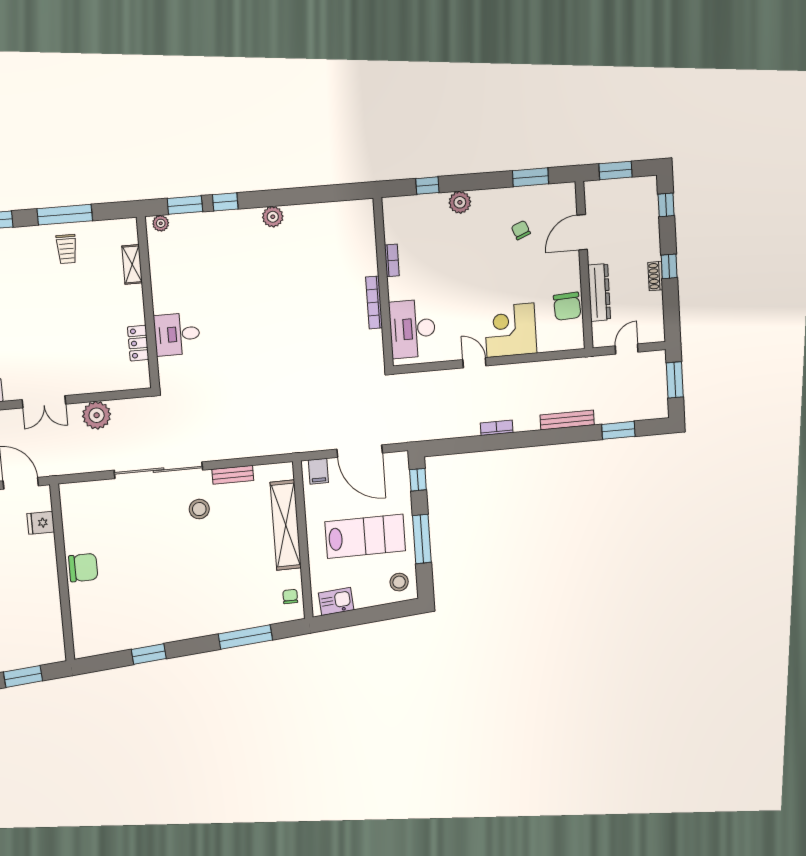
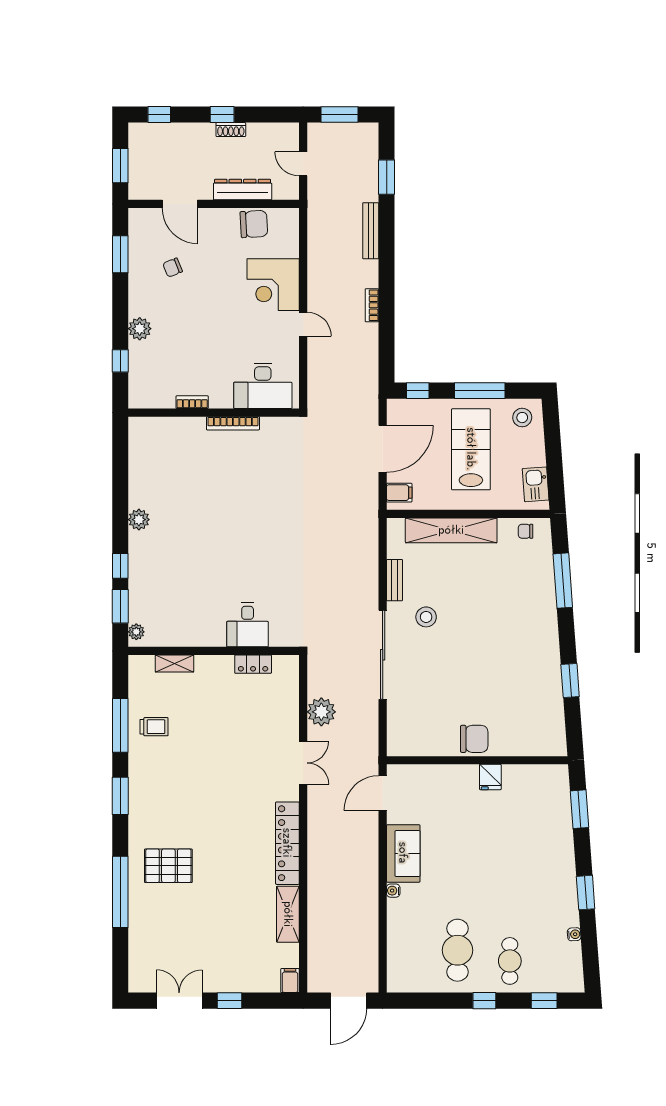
door: (474, 363) -> (303, 324), swing flipped
fridge: (41, 523) -> (490, 777), moved
chair: (83, 568) -> (474, 739), turned 90

